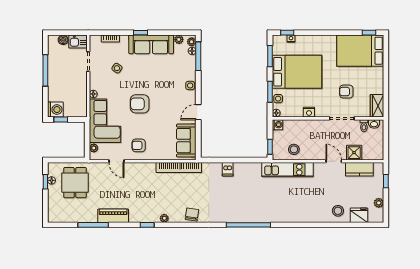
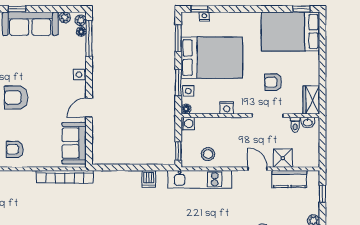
dishwasher: (228, 169) -> (149, 179), moved

